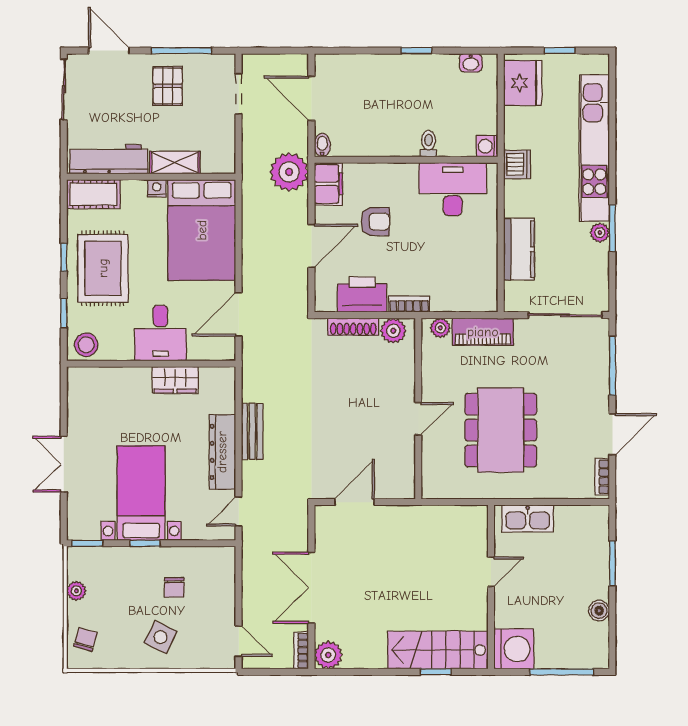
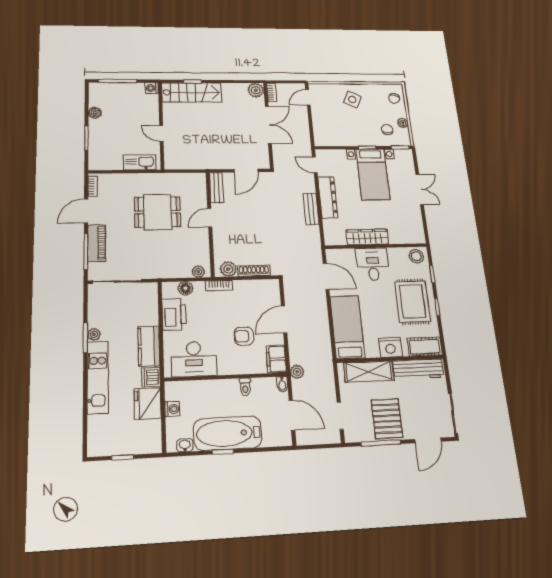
door: (109, 51) -> (428, 440), hinge flipped
bathtub: (408, 77) -> (228, 433), added
fridge: (523, 83) -> (148, 403), moved
pallet: (168, 86) -> (387, 419), width x1.50, depth x1.42
toilet: (429, 144) -> (245, 387), moved
washing machine: (487, 146) -> (172, 409), moved
kitchen unit: (594, 148) -> (98, 377), width x0.73
shelving: (175, 163) -> (369, 371), width x1.50, depth x1.33
plant: (289, 172) -> (297, 372), width x0.53, depth x0.53
nightstand: (157, 188) -> (390, 347), width x1.89, depth x1.79
bed: (202, 230) -> (347, 327), width x0.67
kitchen counter: (519, 249) -> (149, 346), moved
printer: (362, 295) -> (174, 314), moved, turned -90
floor lamp: (461, 301) -> (185, 288), added
door: (239, 314) -> (326, 276), hinge flipped
piano: (483, 332) -> (97, 243), moved, turned 90
wardrobe: (175, 380) -> (367, 237), width x1.50
dining table: (501, 430) -> (158, 212), width x0.73
bench: (405, 472) -> (216, 188), added
door: (239, 511) -> (315, 165), swing flipped
door: (491, 572) -> (161, 133), hinge flipped
chair: (174, 587) -> (387, 130), moved
door: (239, 641) -> (308, 97), hinge flipped
washing machine: (514, 649) -> (152, 88), width x0.53, depth x0.53

